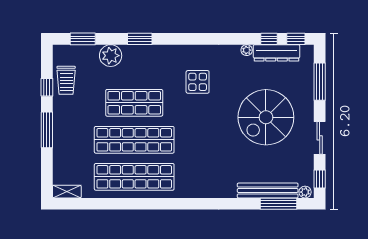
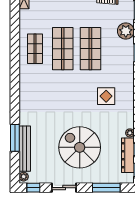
shop shelf: (134, 140) -> (63, 49), width x0.71
shop shelf: (134, 177) -> (35, 49), width x0.50, depth x0.74
window: (279, 204) -> (15, 138), moved

